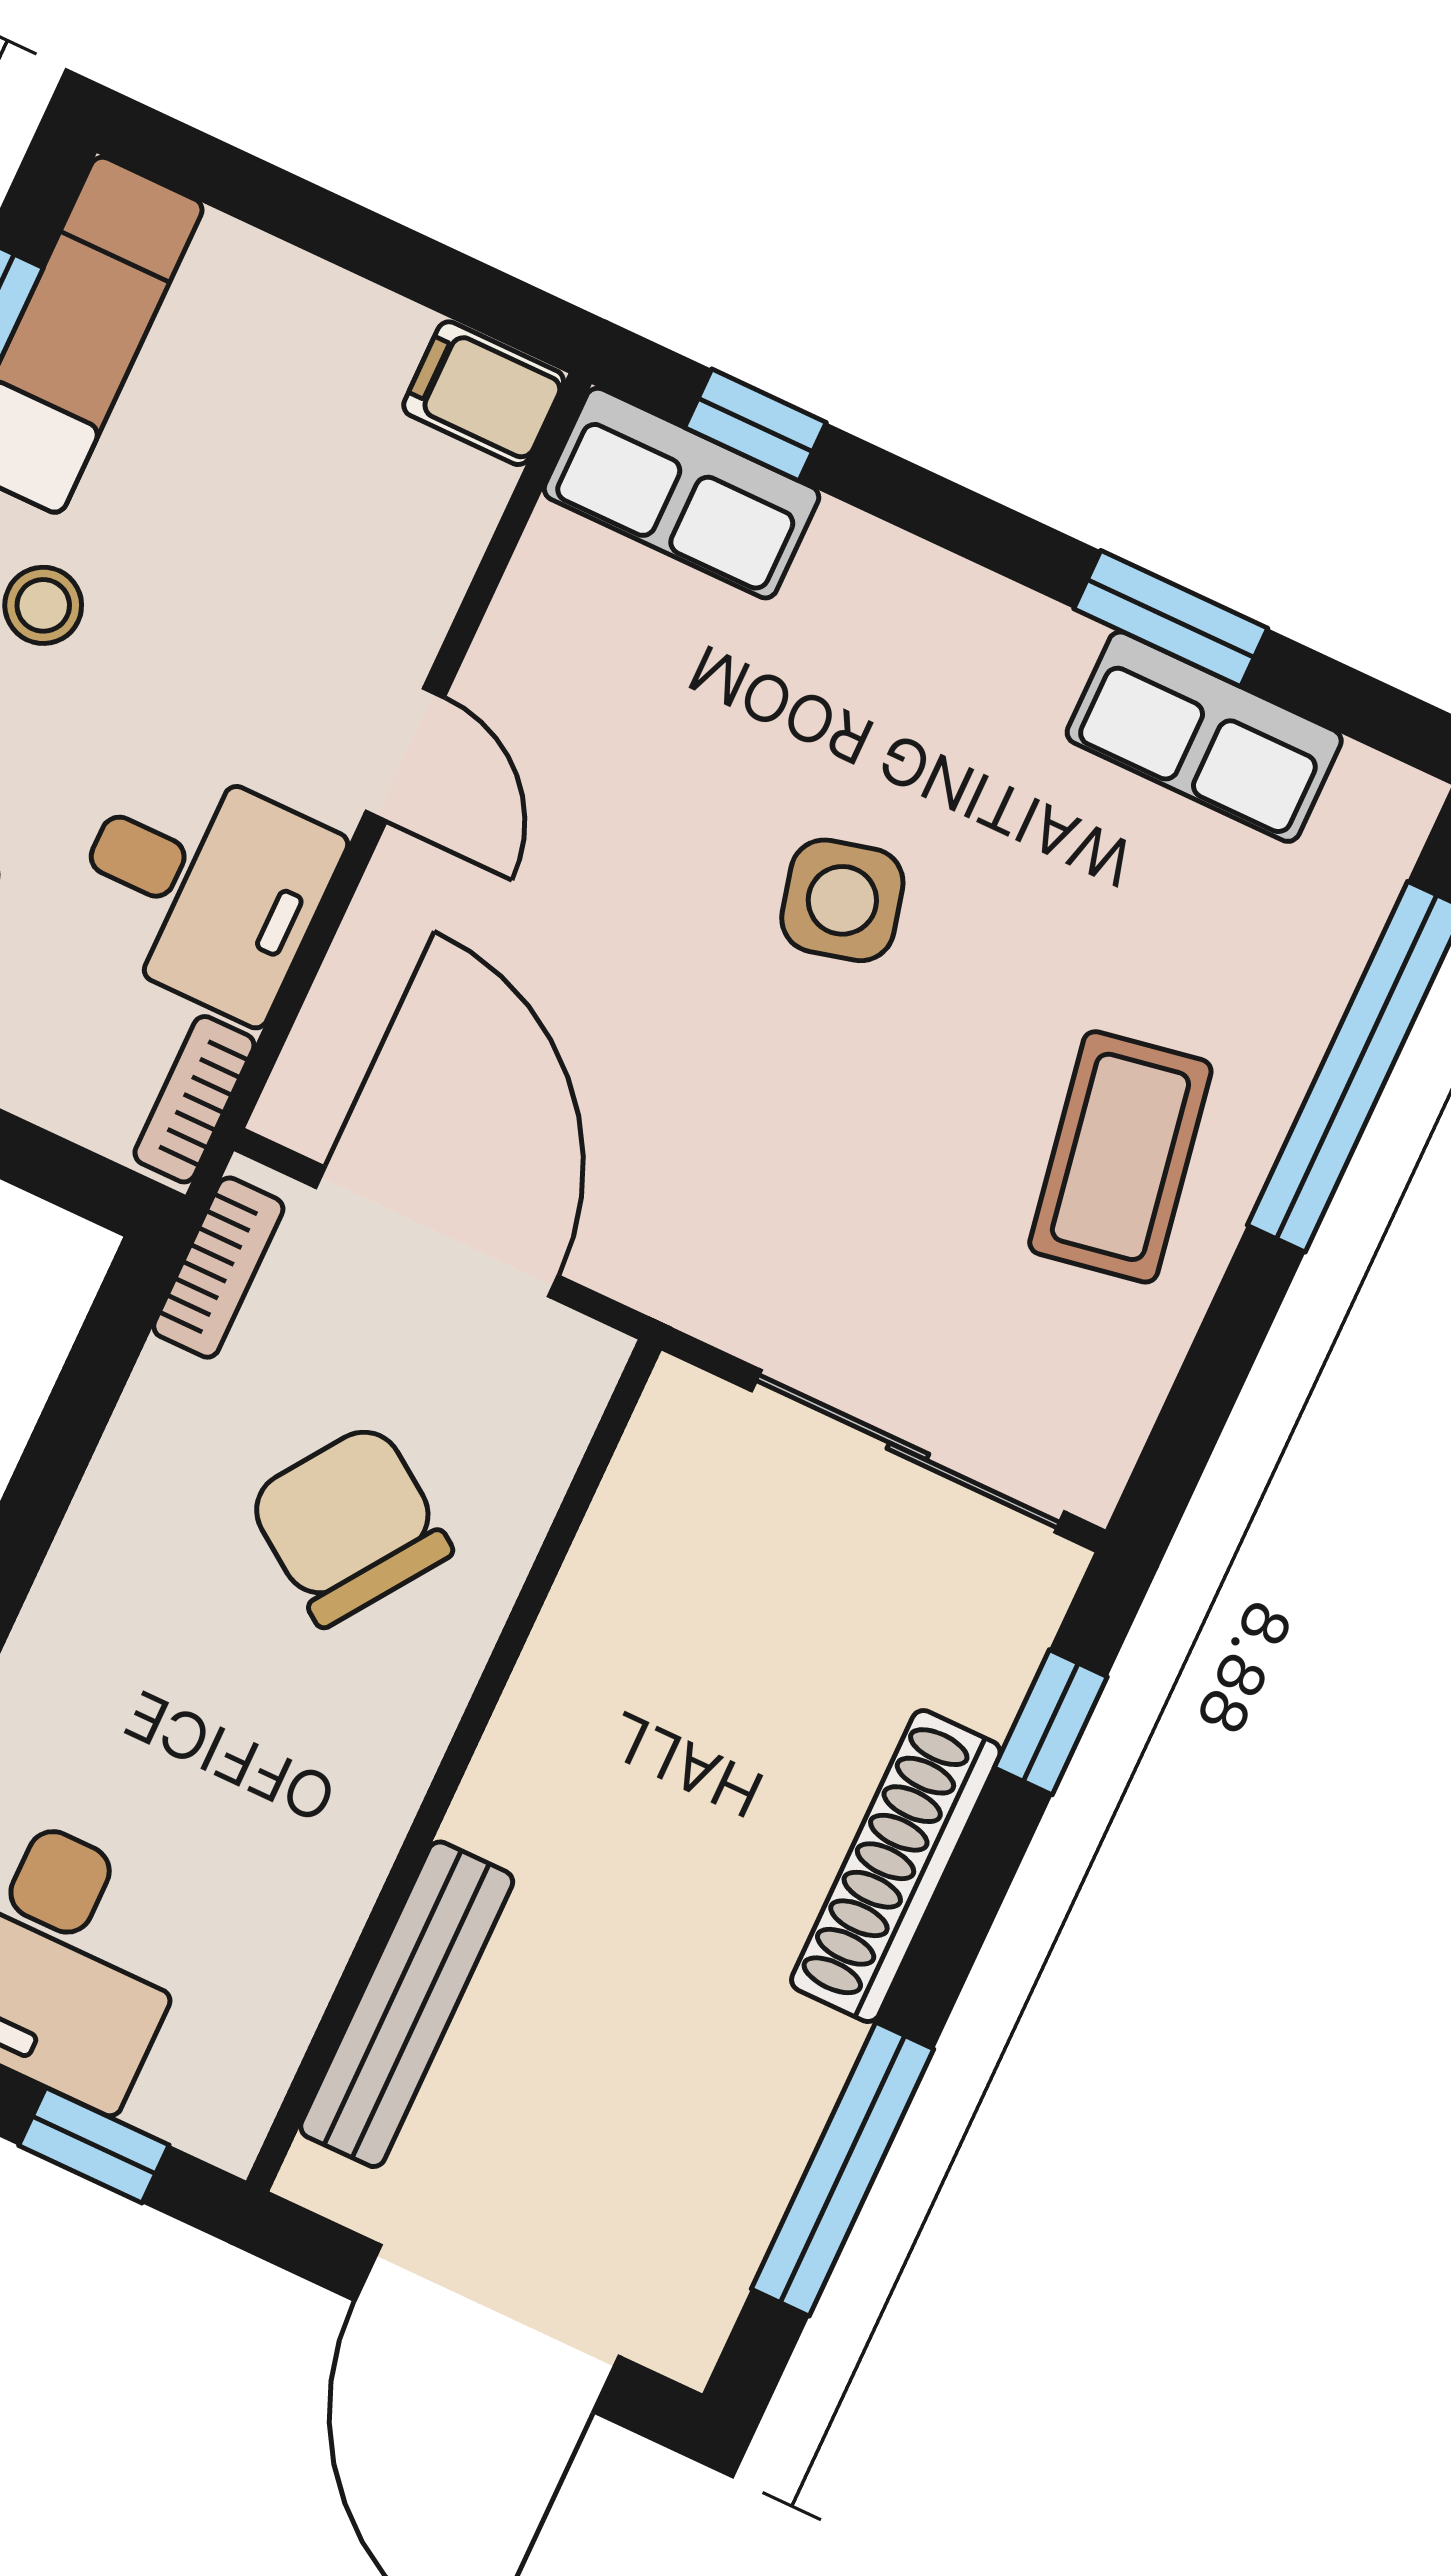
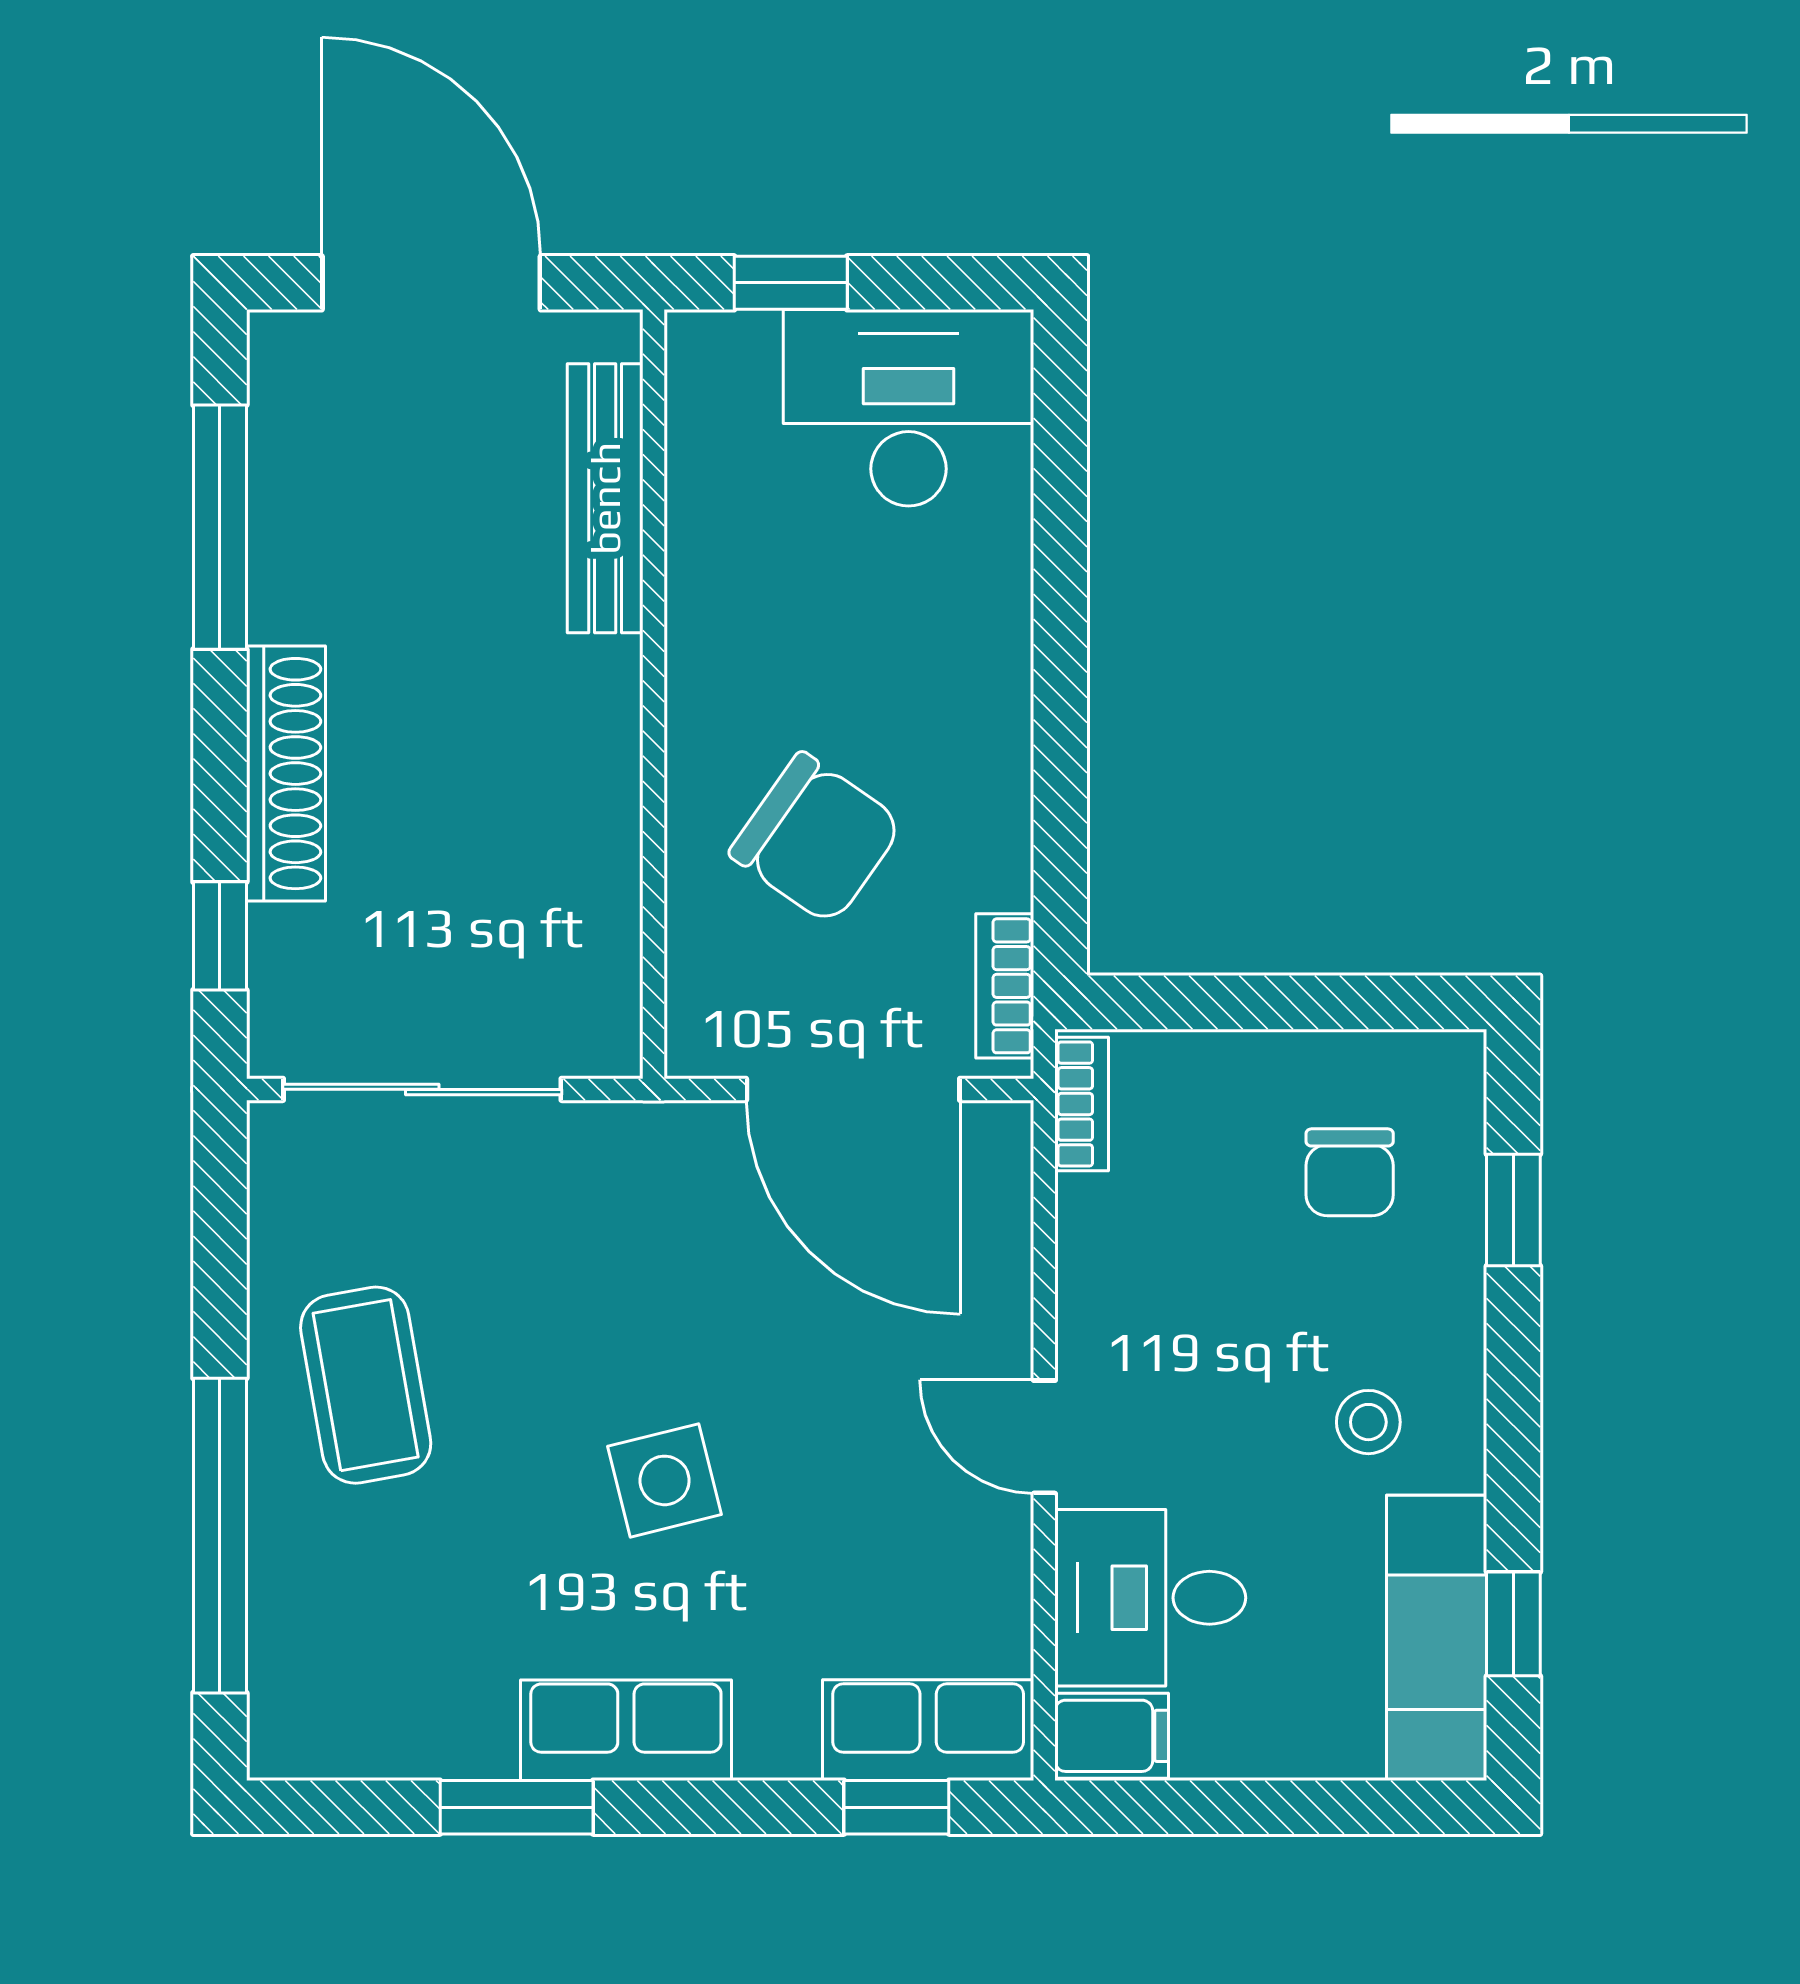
row of seats: (1204, 737) -> (626, 1730), moved
desk: (202, 887) -> (1150, 1598), moved

